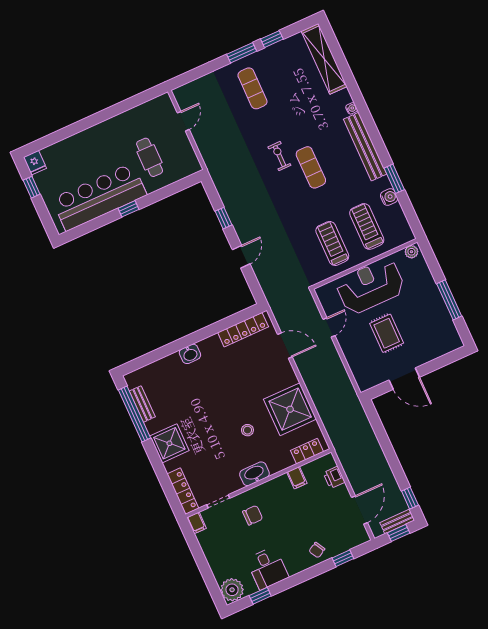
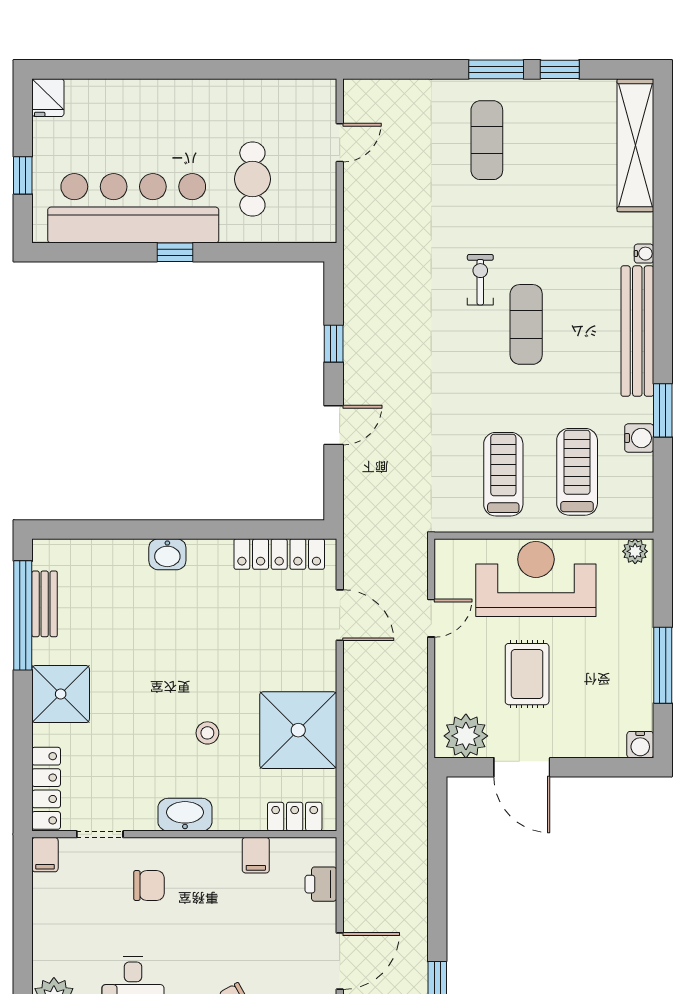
window: (32, 187) -> (23, 175), moved
water cooler: (456, 342) -> (640, 745), added
plant: (371, 376) -> (466, 736), added

